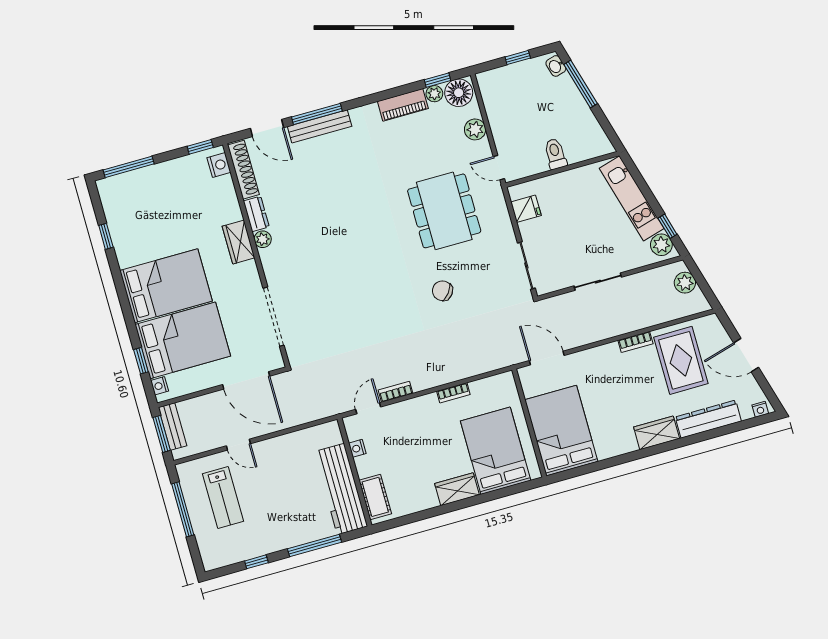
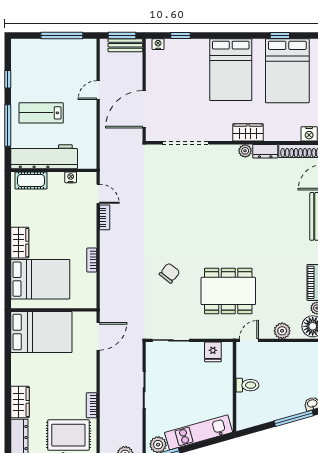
bed: (183, 340) -> (287, 71), moved
lab bench: (223, 498) -> (41, 113), moved

